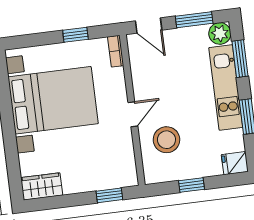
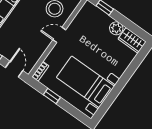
bed with nightstands: (53, 100) -> (85, 82), width x0.73
plant: (73, 183) -> (116, 28), added

